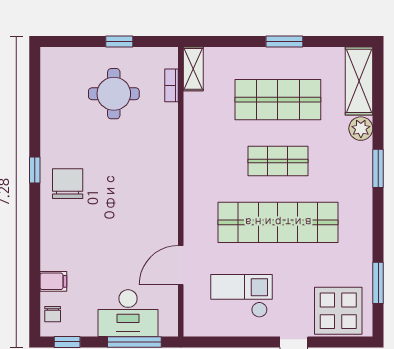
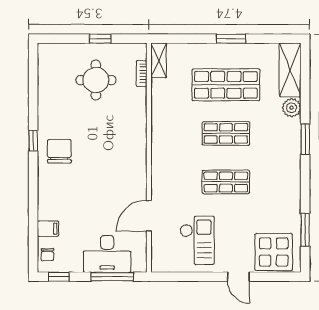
shop shelf: (278, 222) -> (226, 182), width x0.50, depth x0.74
checkout: (242, 296) -> (197, 240), turned 90

